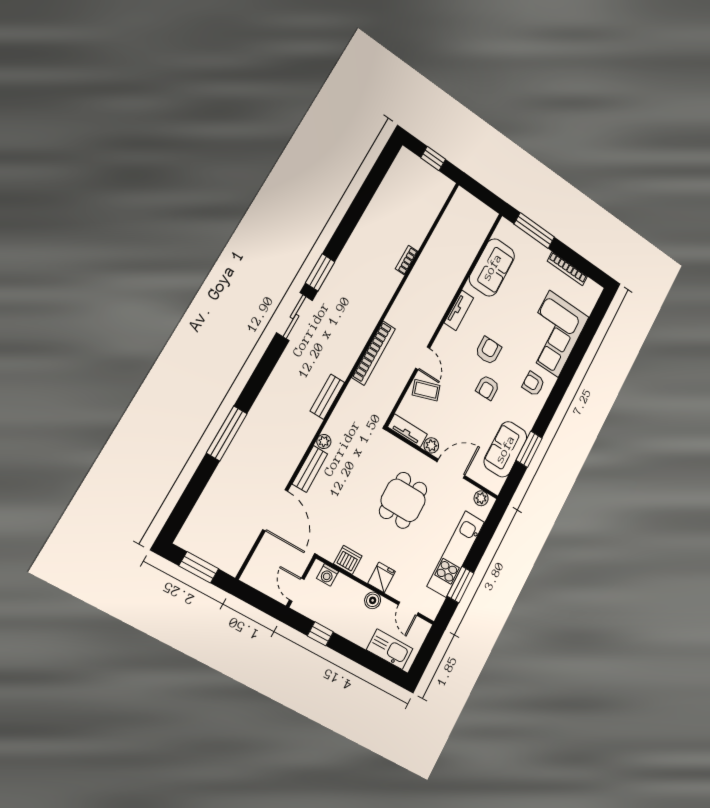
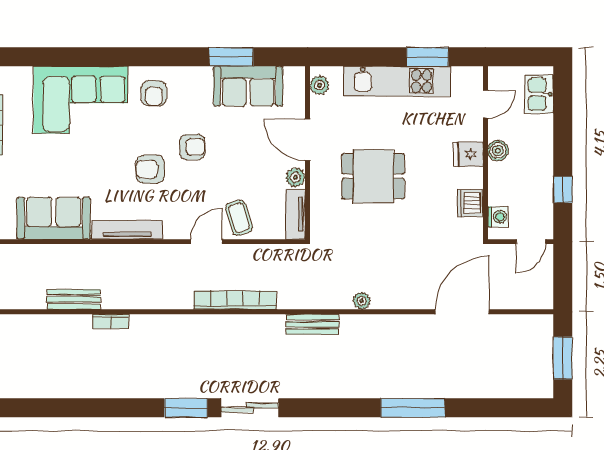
tv unit: (459, 310) -> (127, 230), width x1.41
bench: (310, 469) -> (74, 299), moved
kitchen sink: (390, 649) -> (539, 94), width x0.73

